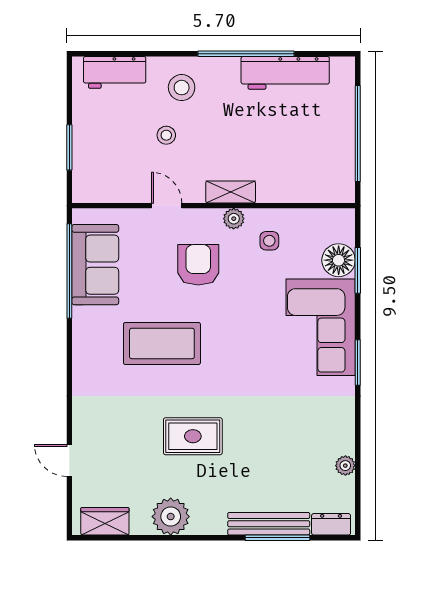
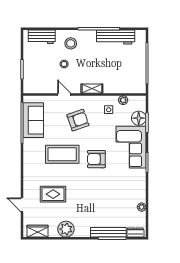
plant: (234, 219) -> (123, 100), moved
armchair: (198, 265) -> (78, 120), turned 71
armchair: (241, 355) -> (96, 159), added
rug: (193, 436) -> (53, 194), moved

